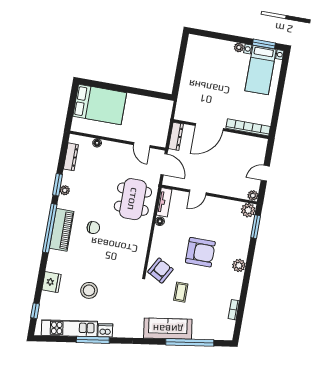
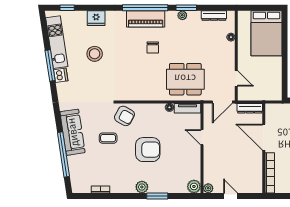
door: (142, 145) -> (236, 78), swing flipped
window: (256, 227) -> (157, 196), moved
armchair: (200, 252) -> (148, 150), turned -90

